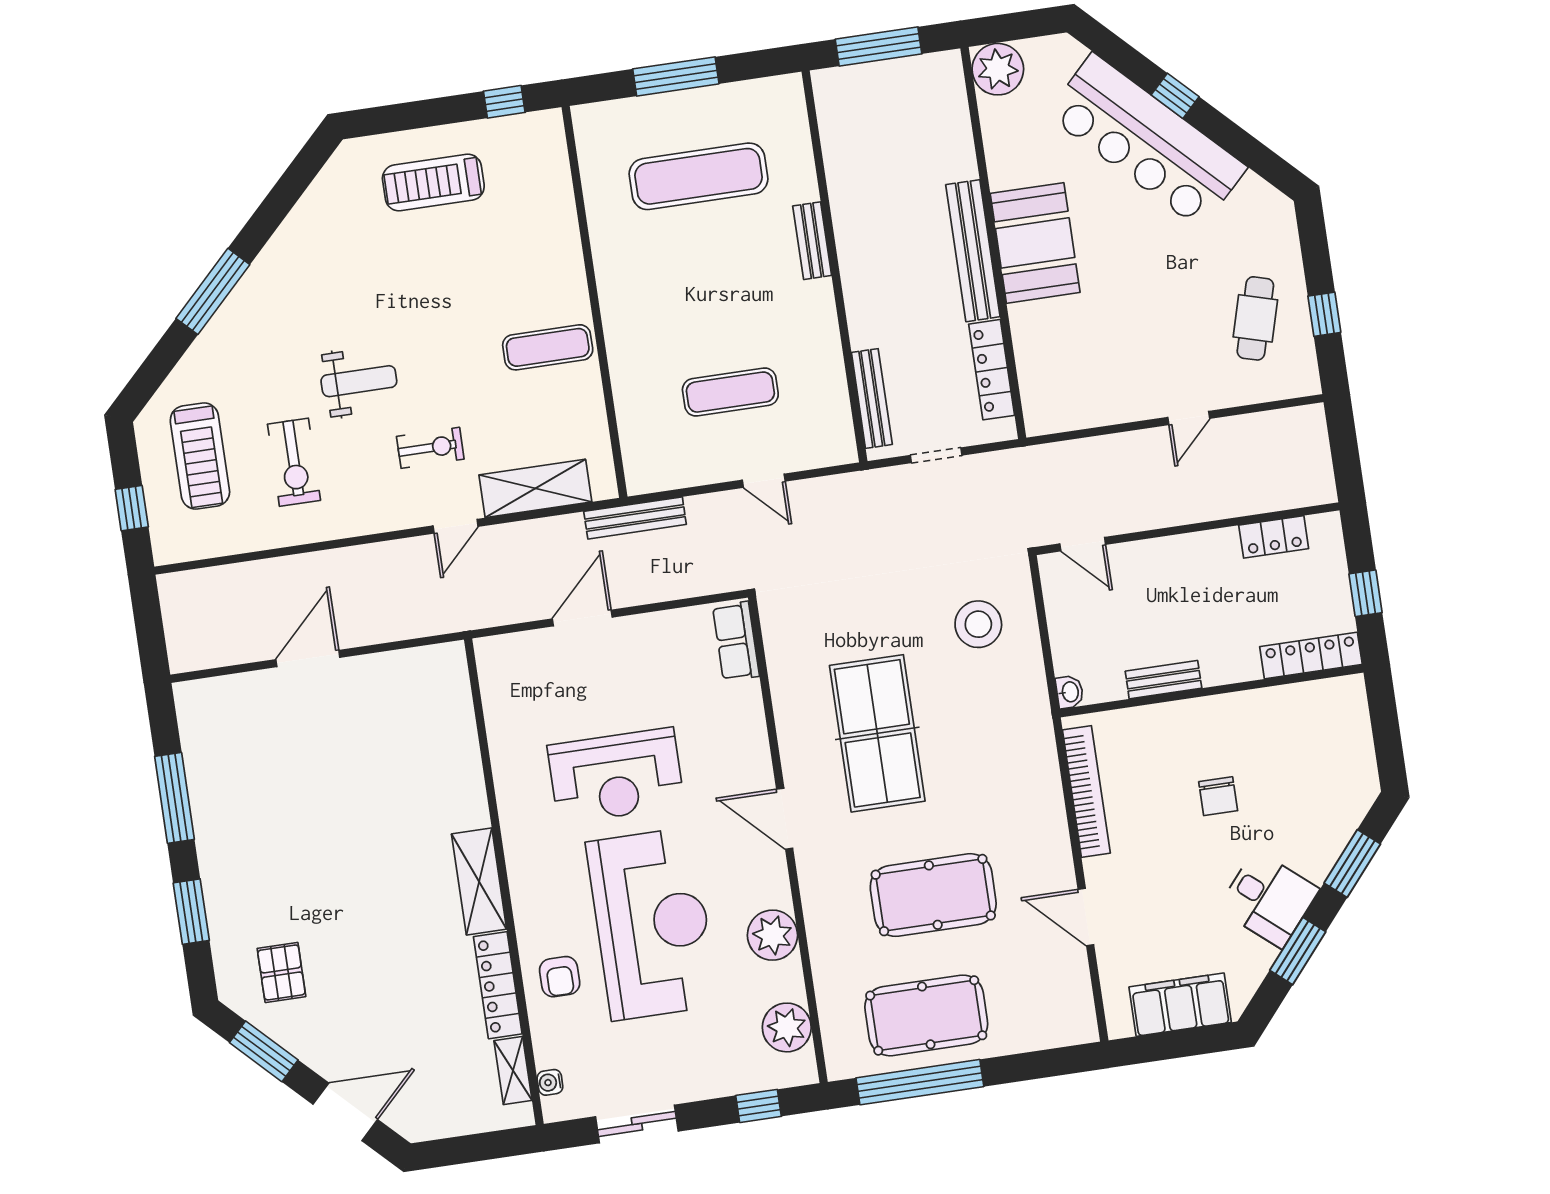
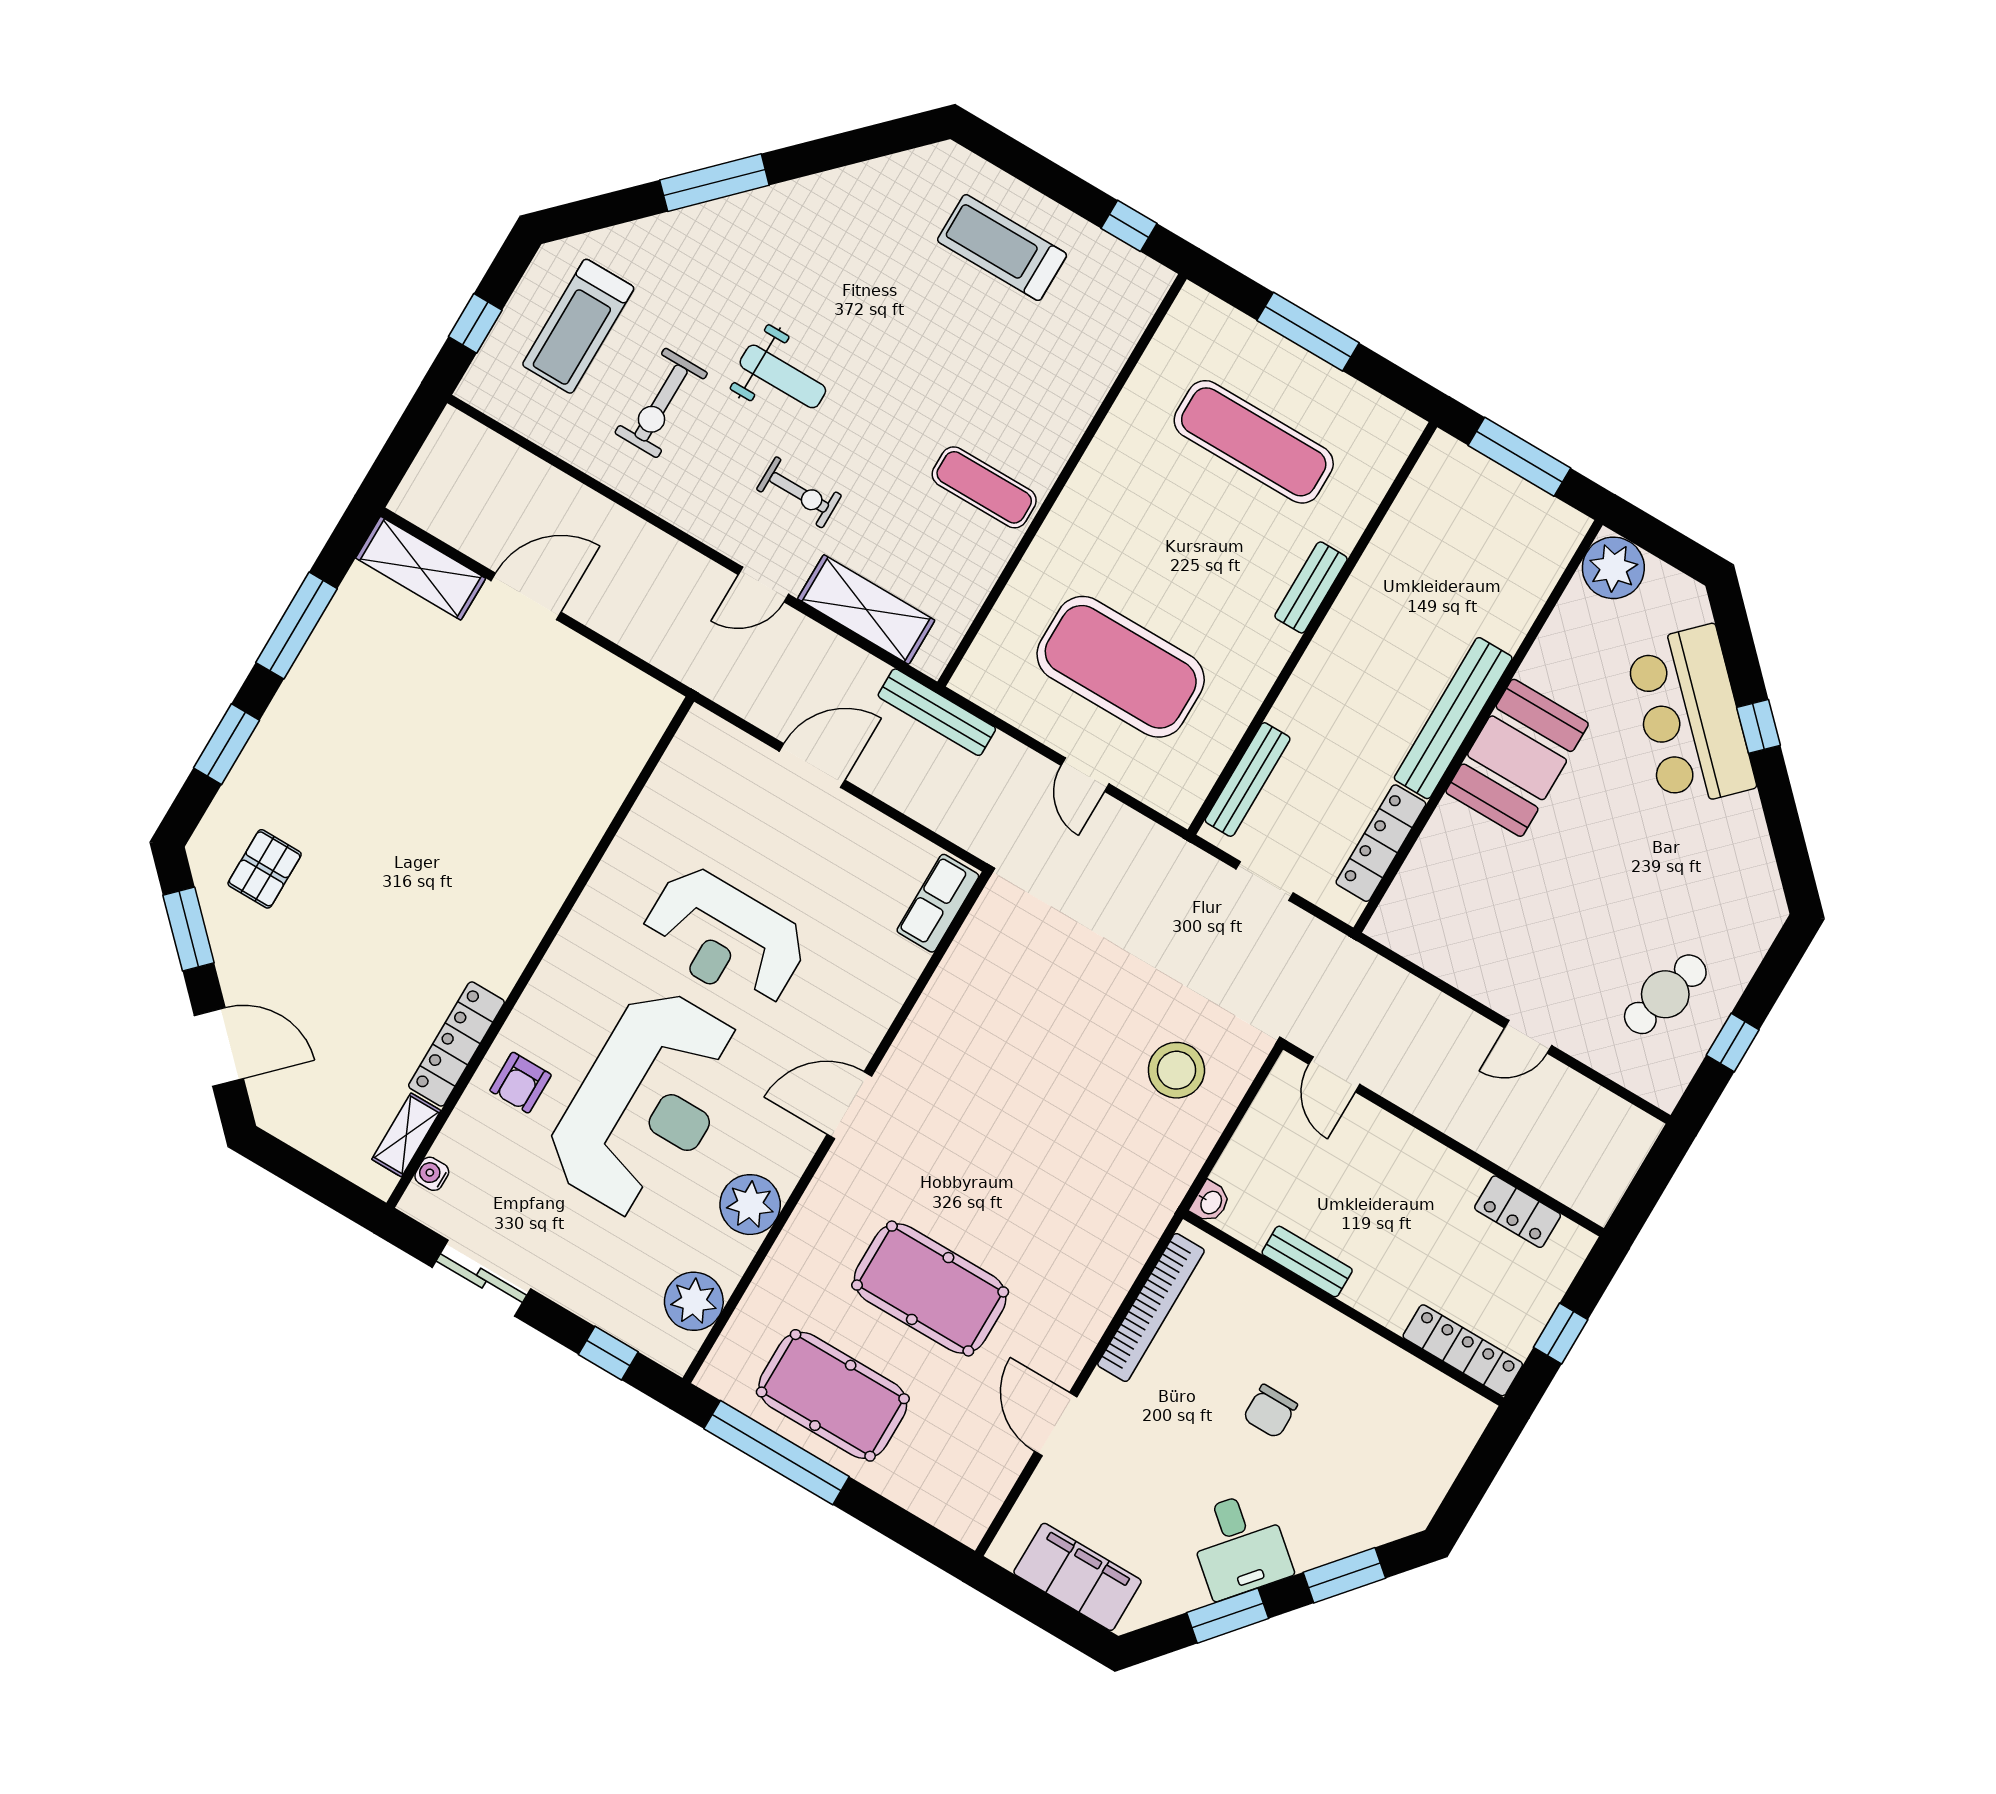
bar counter: (1147, 141) -> (1690, 717), width x0.73
exercise mat: (730, 392) -> (1121, 667), width x2.00, depth x1.45
table tennis table: (877, 733) -> (1000, 1096), removed
door: (785, 819) -> (849, 1105), hinge flipped
shelving: (479, 881) -> (421, 568), moved, turned 90

